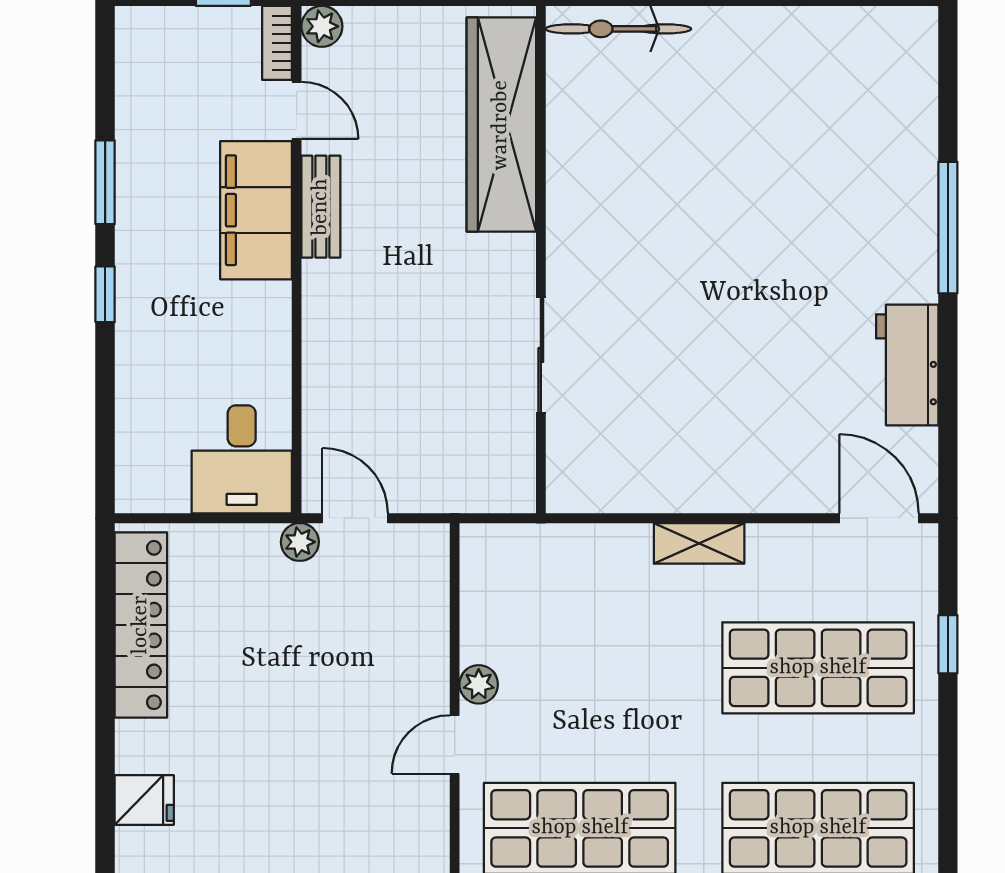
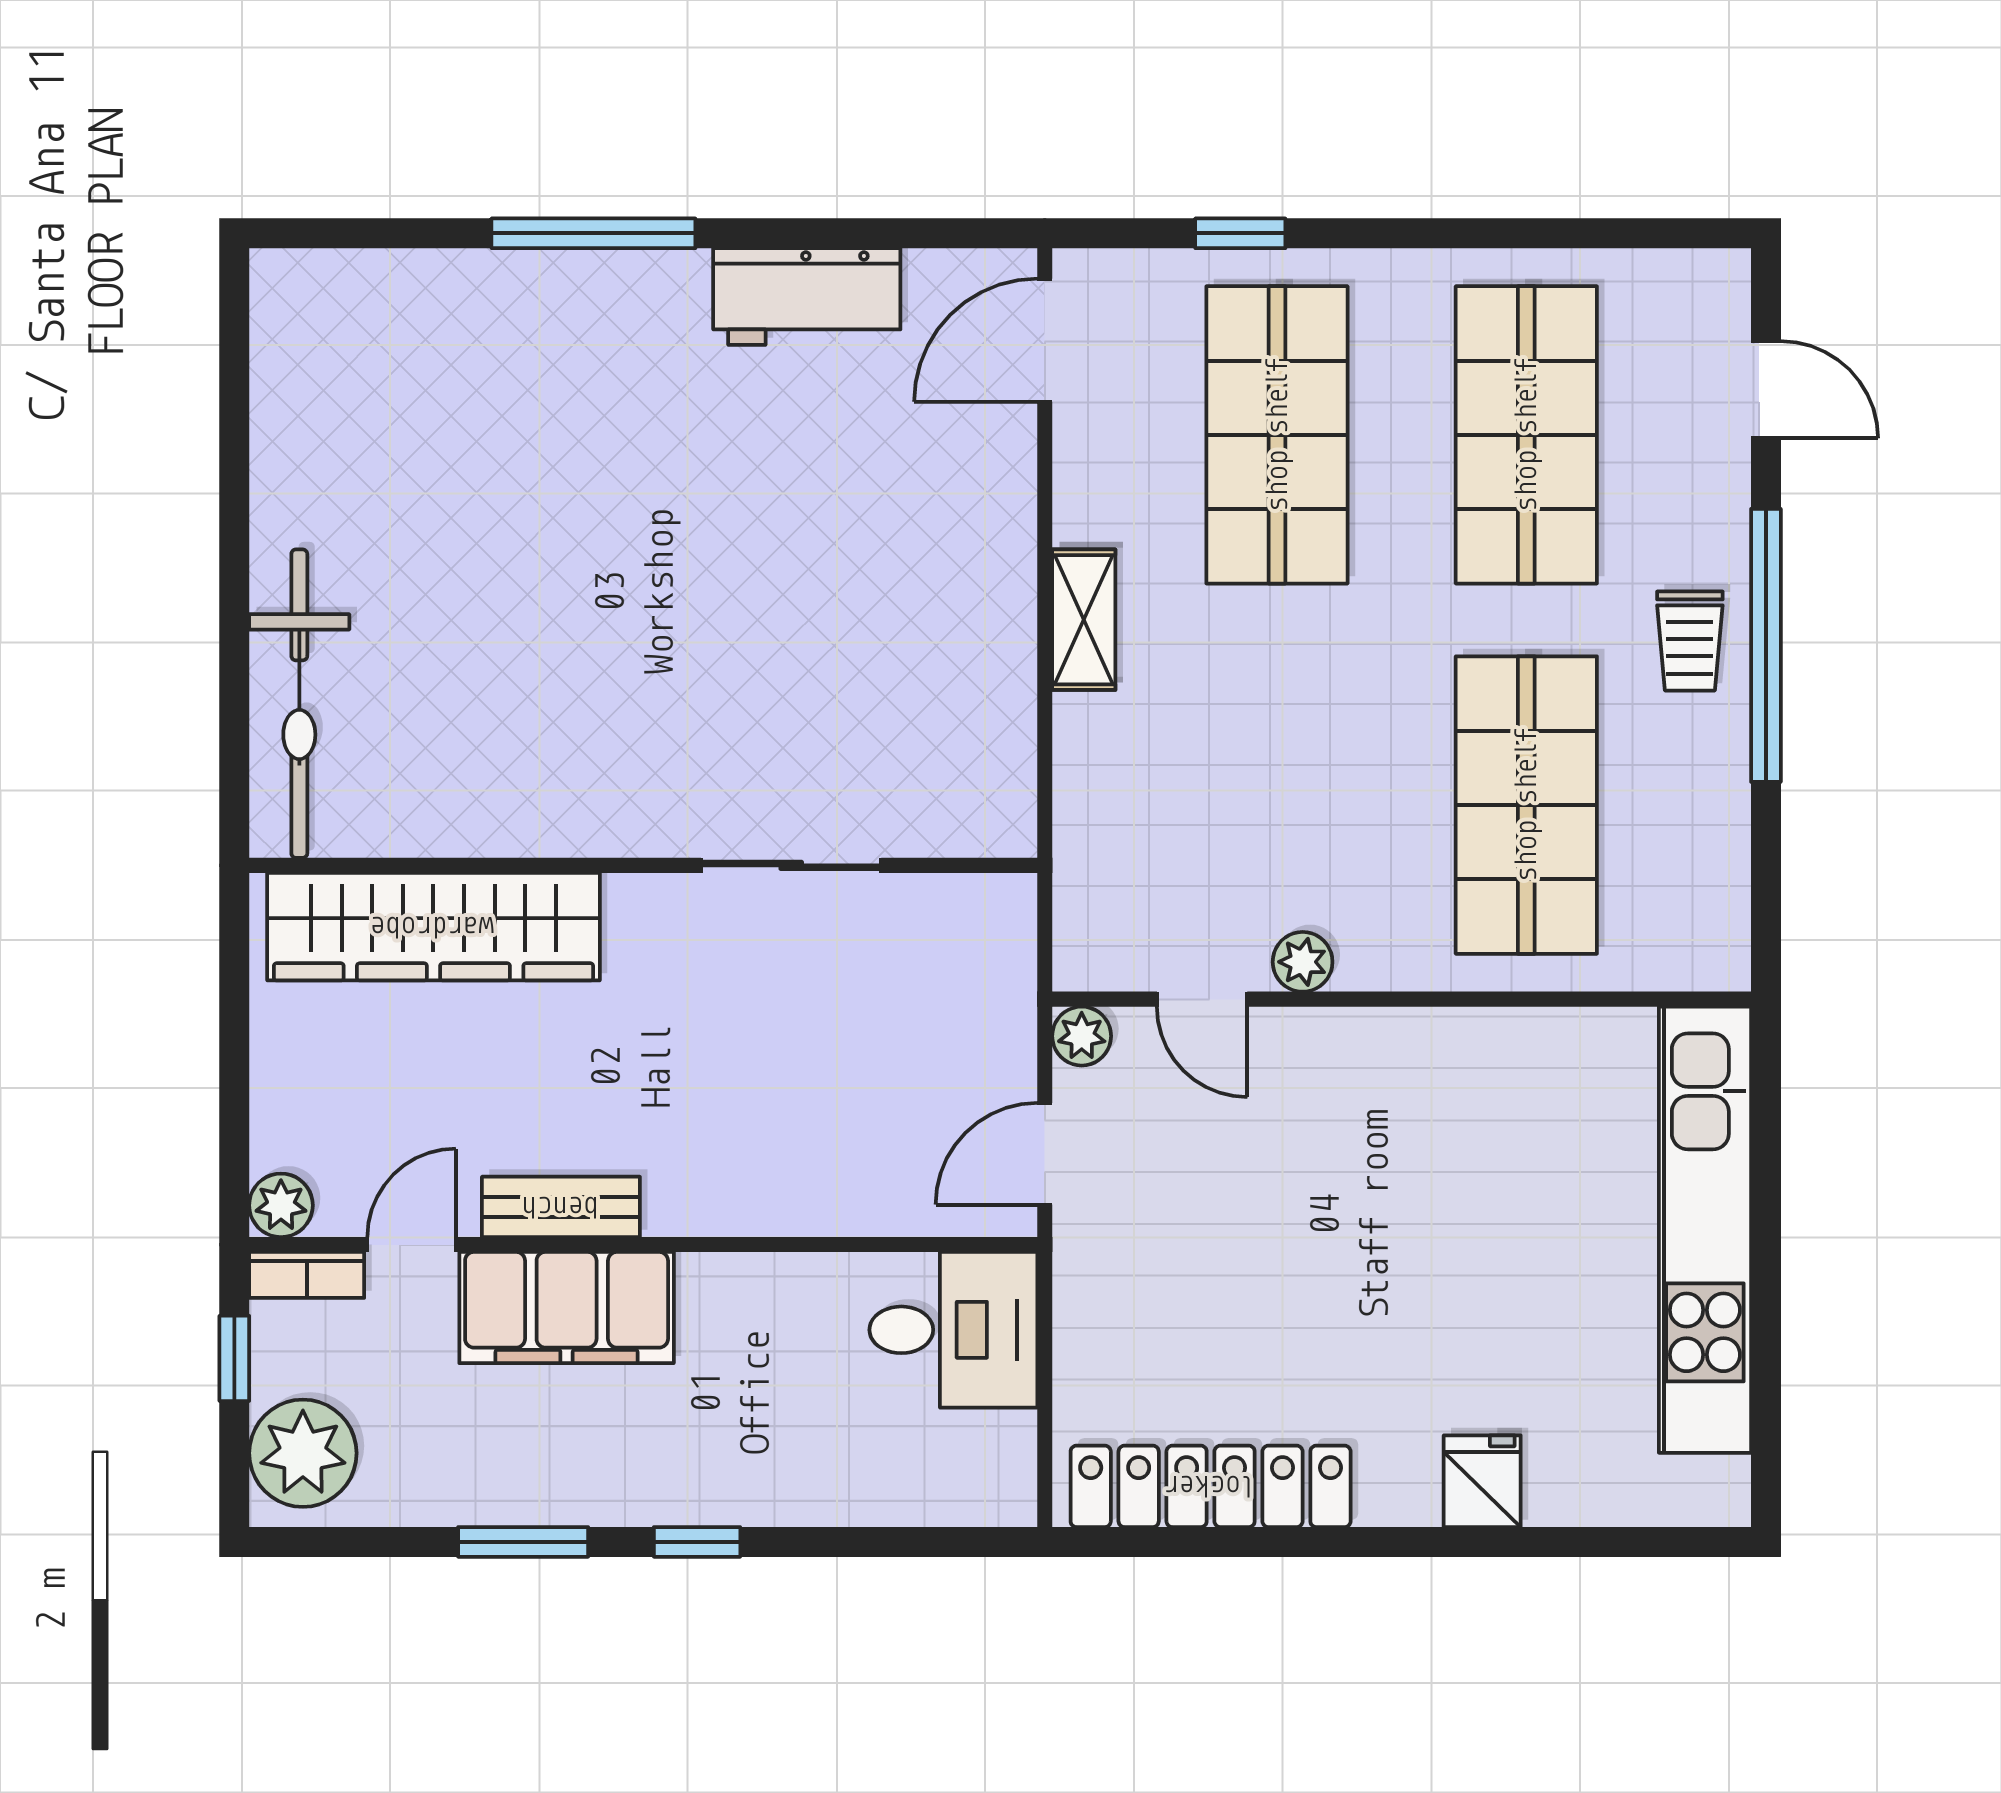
bicycle: (618, 29) -> (299, 704), width x1.37, depth x1.40
plant: (162, 40) -> (303, 1453), added
plant: (300, 542) -> (1082, 1036), moved
door: (455, 744) -> (1202, 999), moved

